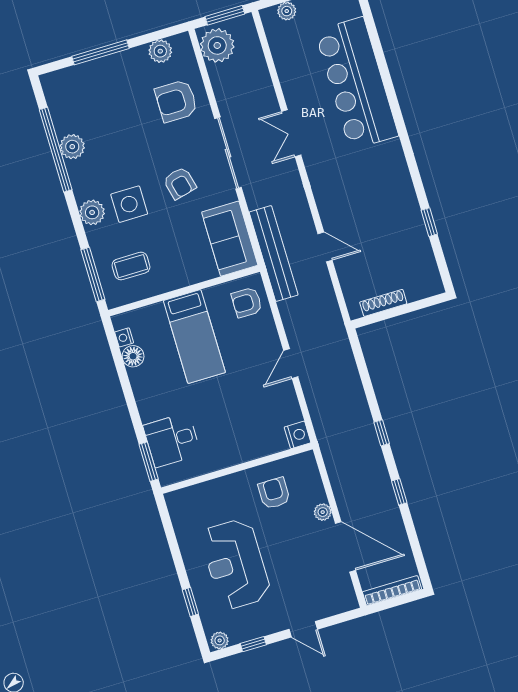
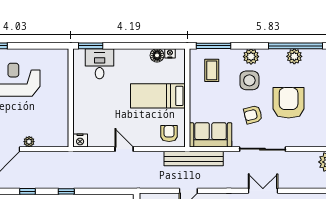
armchair: (176, 101) -> (289, 103), moved, width x1.36, depth x1.36
armchair: (274, 493) -> (49, 116), removed

